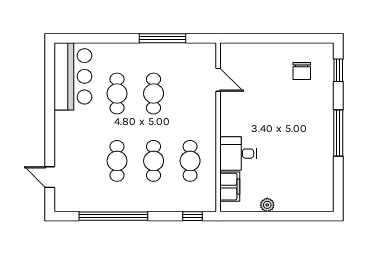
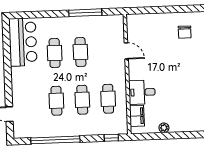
door: (218, 80) -> (126, 51), moved

